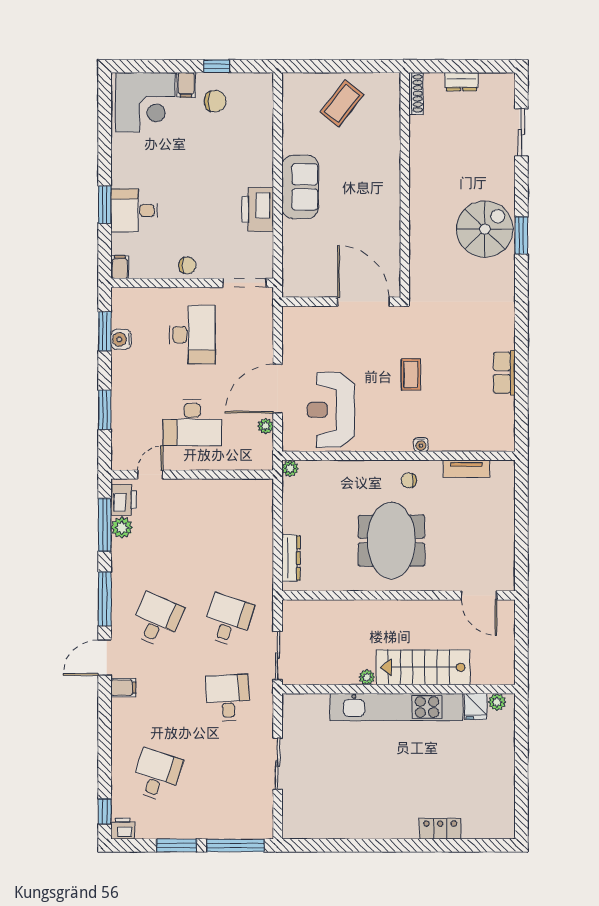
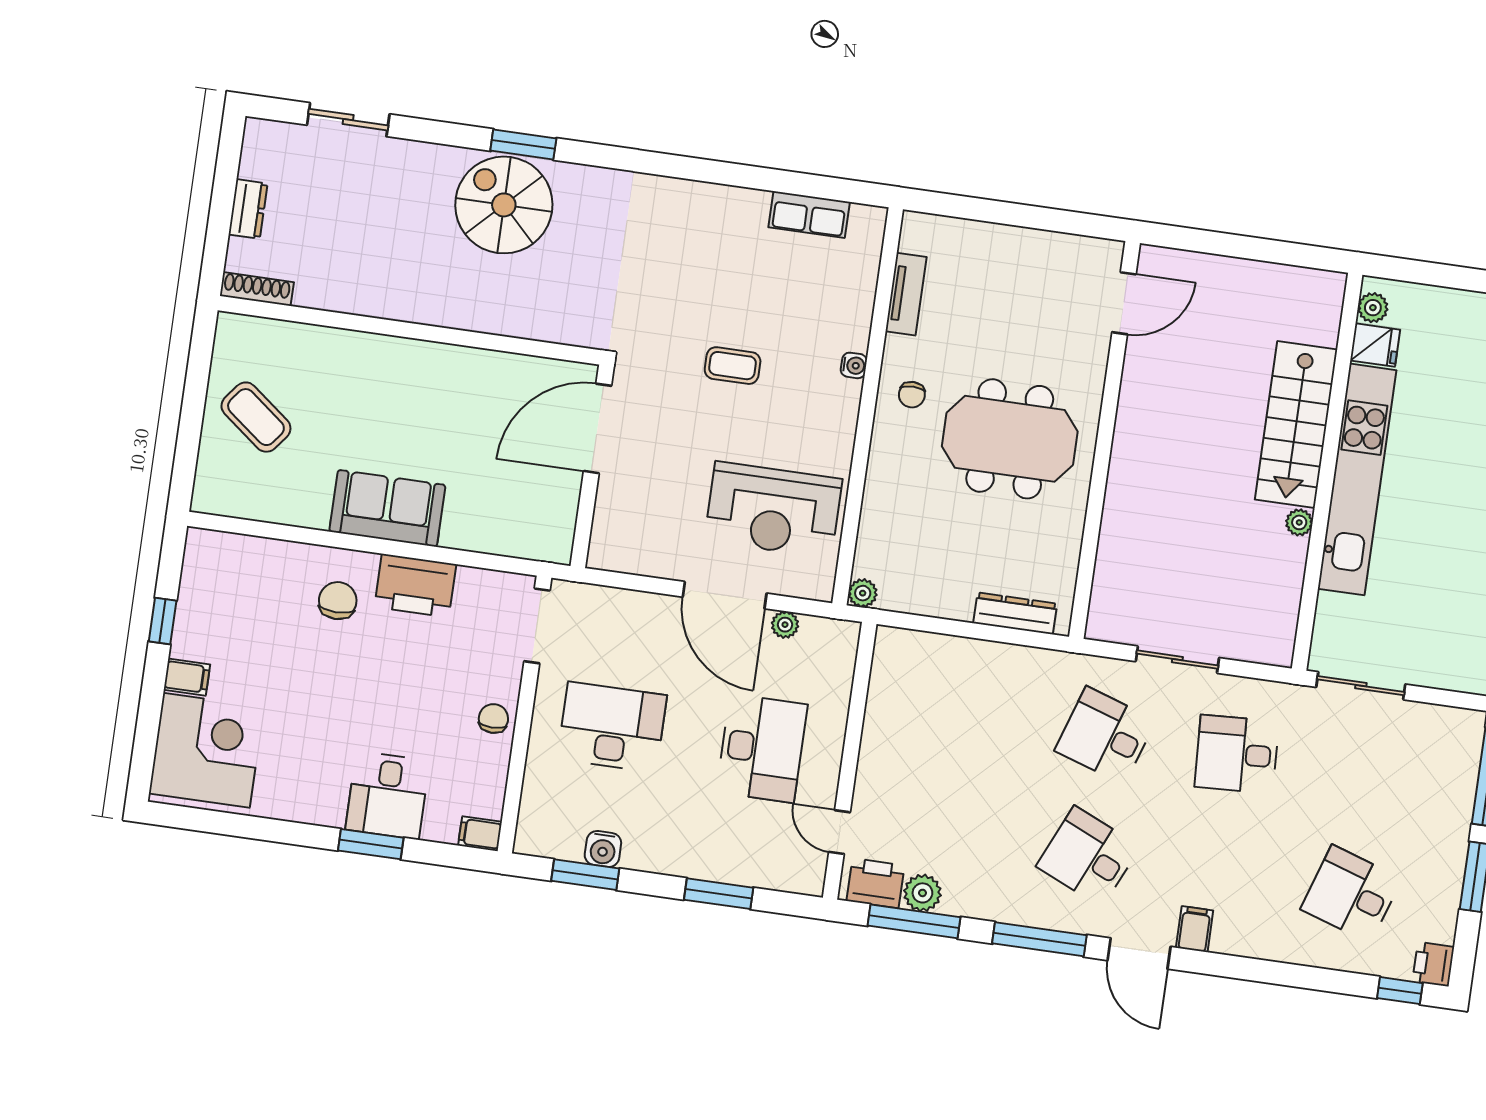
chair: (215, 101) -> (338, 601), moved
row of seats: (504, 373) -> (809, 215), moved
stairs: (423, 667) -> (1296, 425), moved
plant: (367, 677) -> (1299, 522), moved
wall: (398, 689) -> (1327, 472), moved
plant: (497, 702) -> (1373, 308), moved
fridge: (476, 706) -> (1375, 345), moved
kitchen unit: (396, 707) -> (1357, 479), moved

